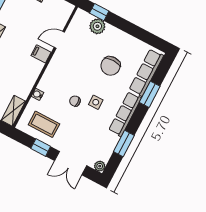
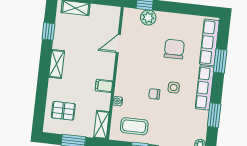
filing cabinet: (41, 54) -> (104, 86), moved
chair: (111, 66) -> (174, 49), turned 180

